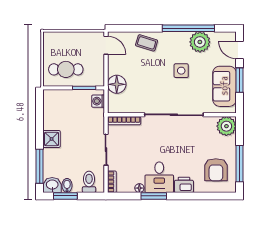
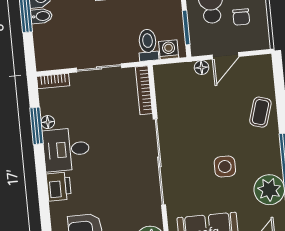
door: (106, 45) -> (225, 56), moved
chair: (81, 50) -> (241, 17), added
floor lamp: (117, 84) -> (202, 68), width x0.53, depth x0.53
toilet: (89, 182) -> (148, 45), moved, turned -90
window: (154, 196) -> (37, 126), moved

